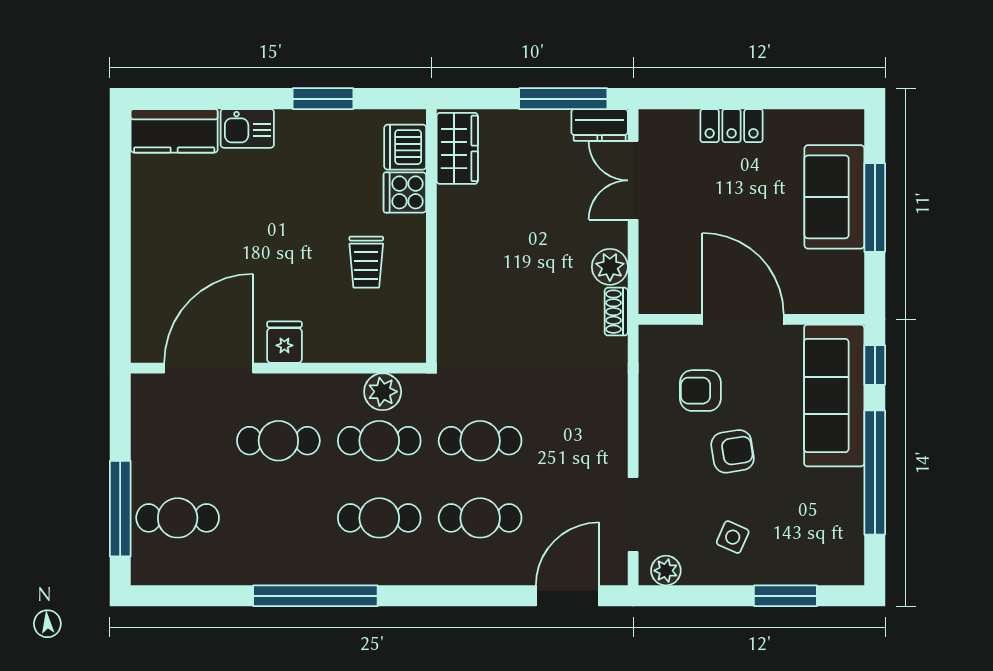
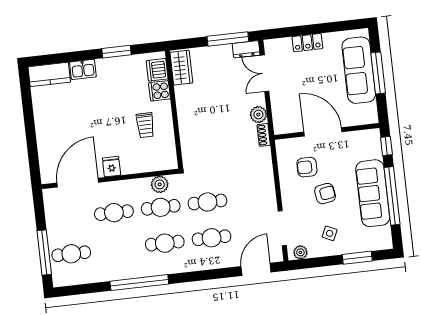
sofa: (834, 197) -> (359, 70), width x1.36
sofa: (834, 395) -> (373, 193), moved

